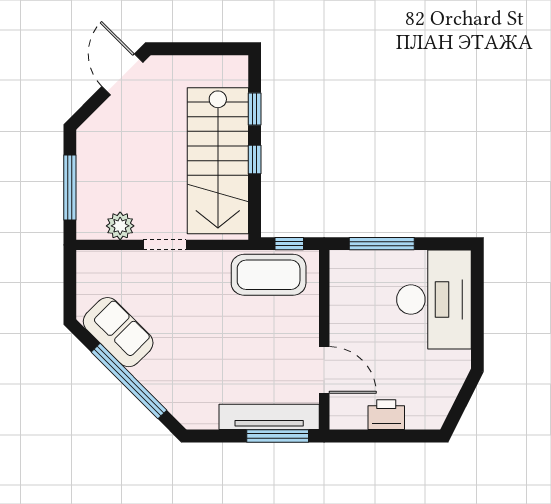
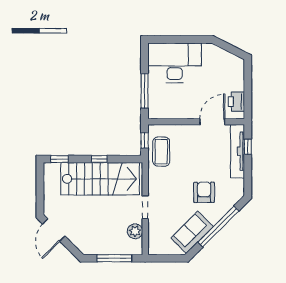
door: (122, 74) -> (54, 230), hinge flipped
window: (255, 109) -> (60, 159), moved
coffee table: (269, 275) -> (161, 152), width x0.73, depth x0.76
armchair: (193, 354) -> (204, 192), added
printer: (386, 415) -> (236, 102), moved
window: (278, 436) -> (248, 147), width x0.46

